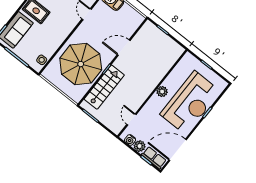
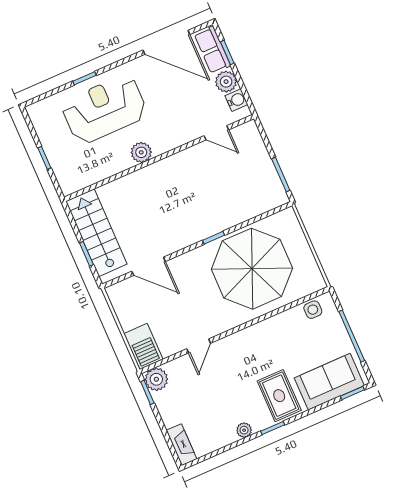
door: (124, 48) -> (149, 266), moved
stairs: (104, 87) -> (96, 233), moved, turned 90
reception desk: (190, 103) -> (104, 109), width x0.74, depth x0.77
door: (131, 119) -> (216, 133), hinge flipped

